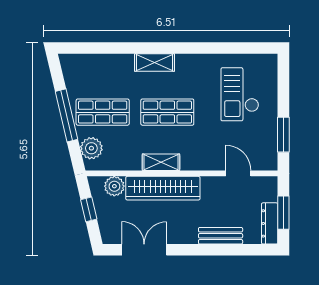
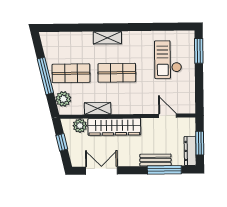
window: (283, 135) -> (199, 51), moved
shelving: (161, 162) -> (98, 108), moved
window: (233, 250) -> (164, 170), added

